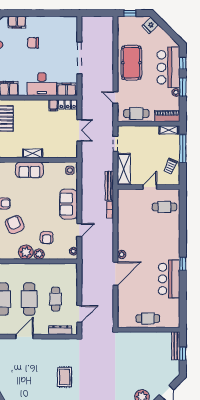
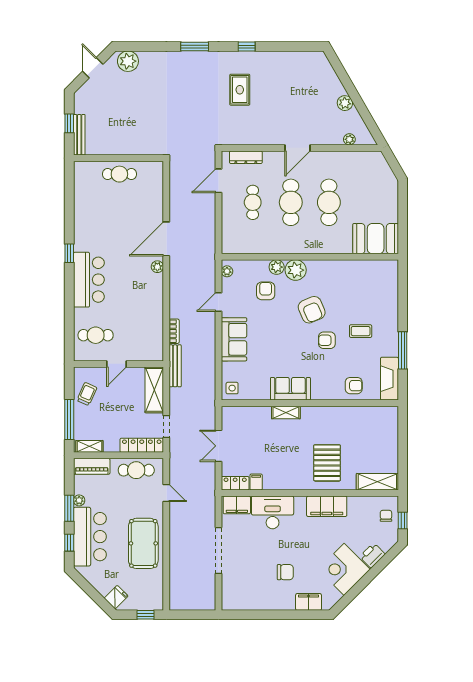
locker: (132, 131) -> (142, 445), added
bar counter: (169, 279) -> (89, 280), moved

